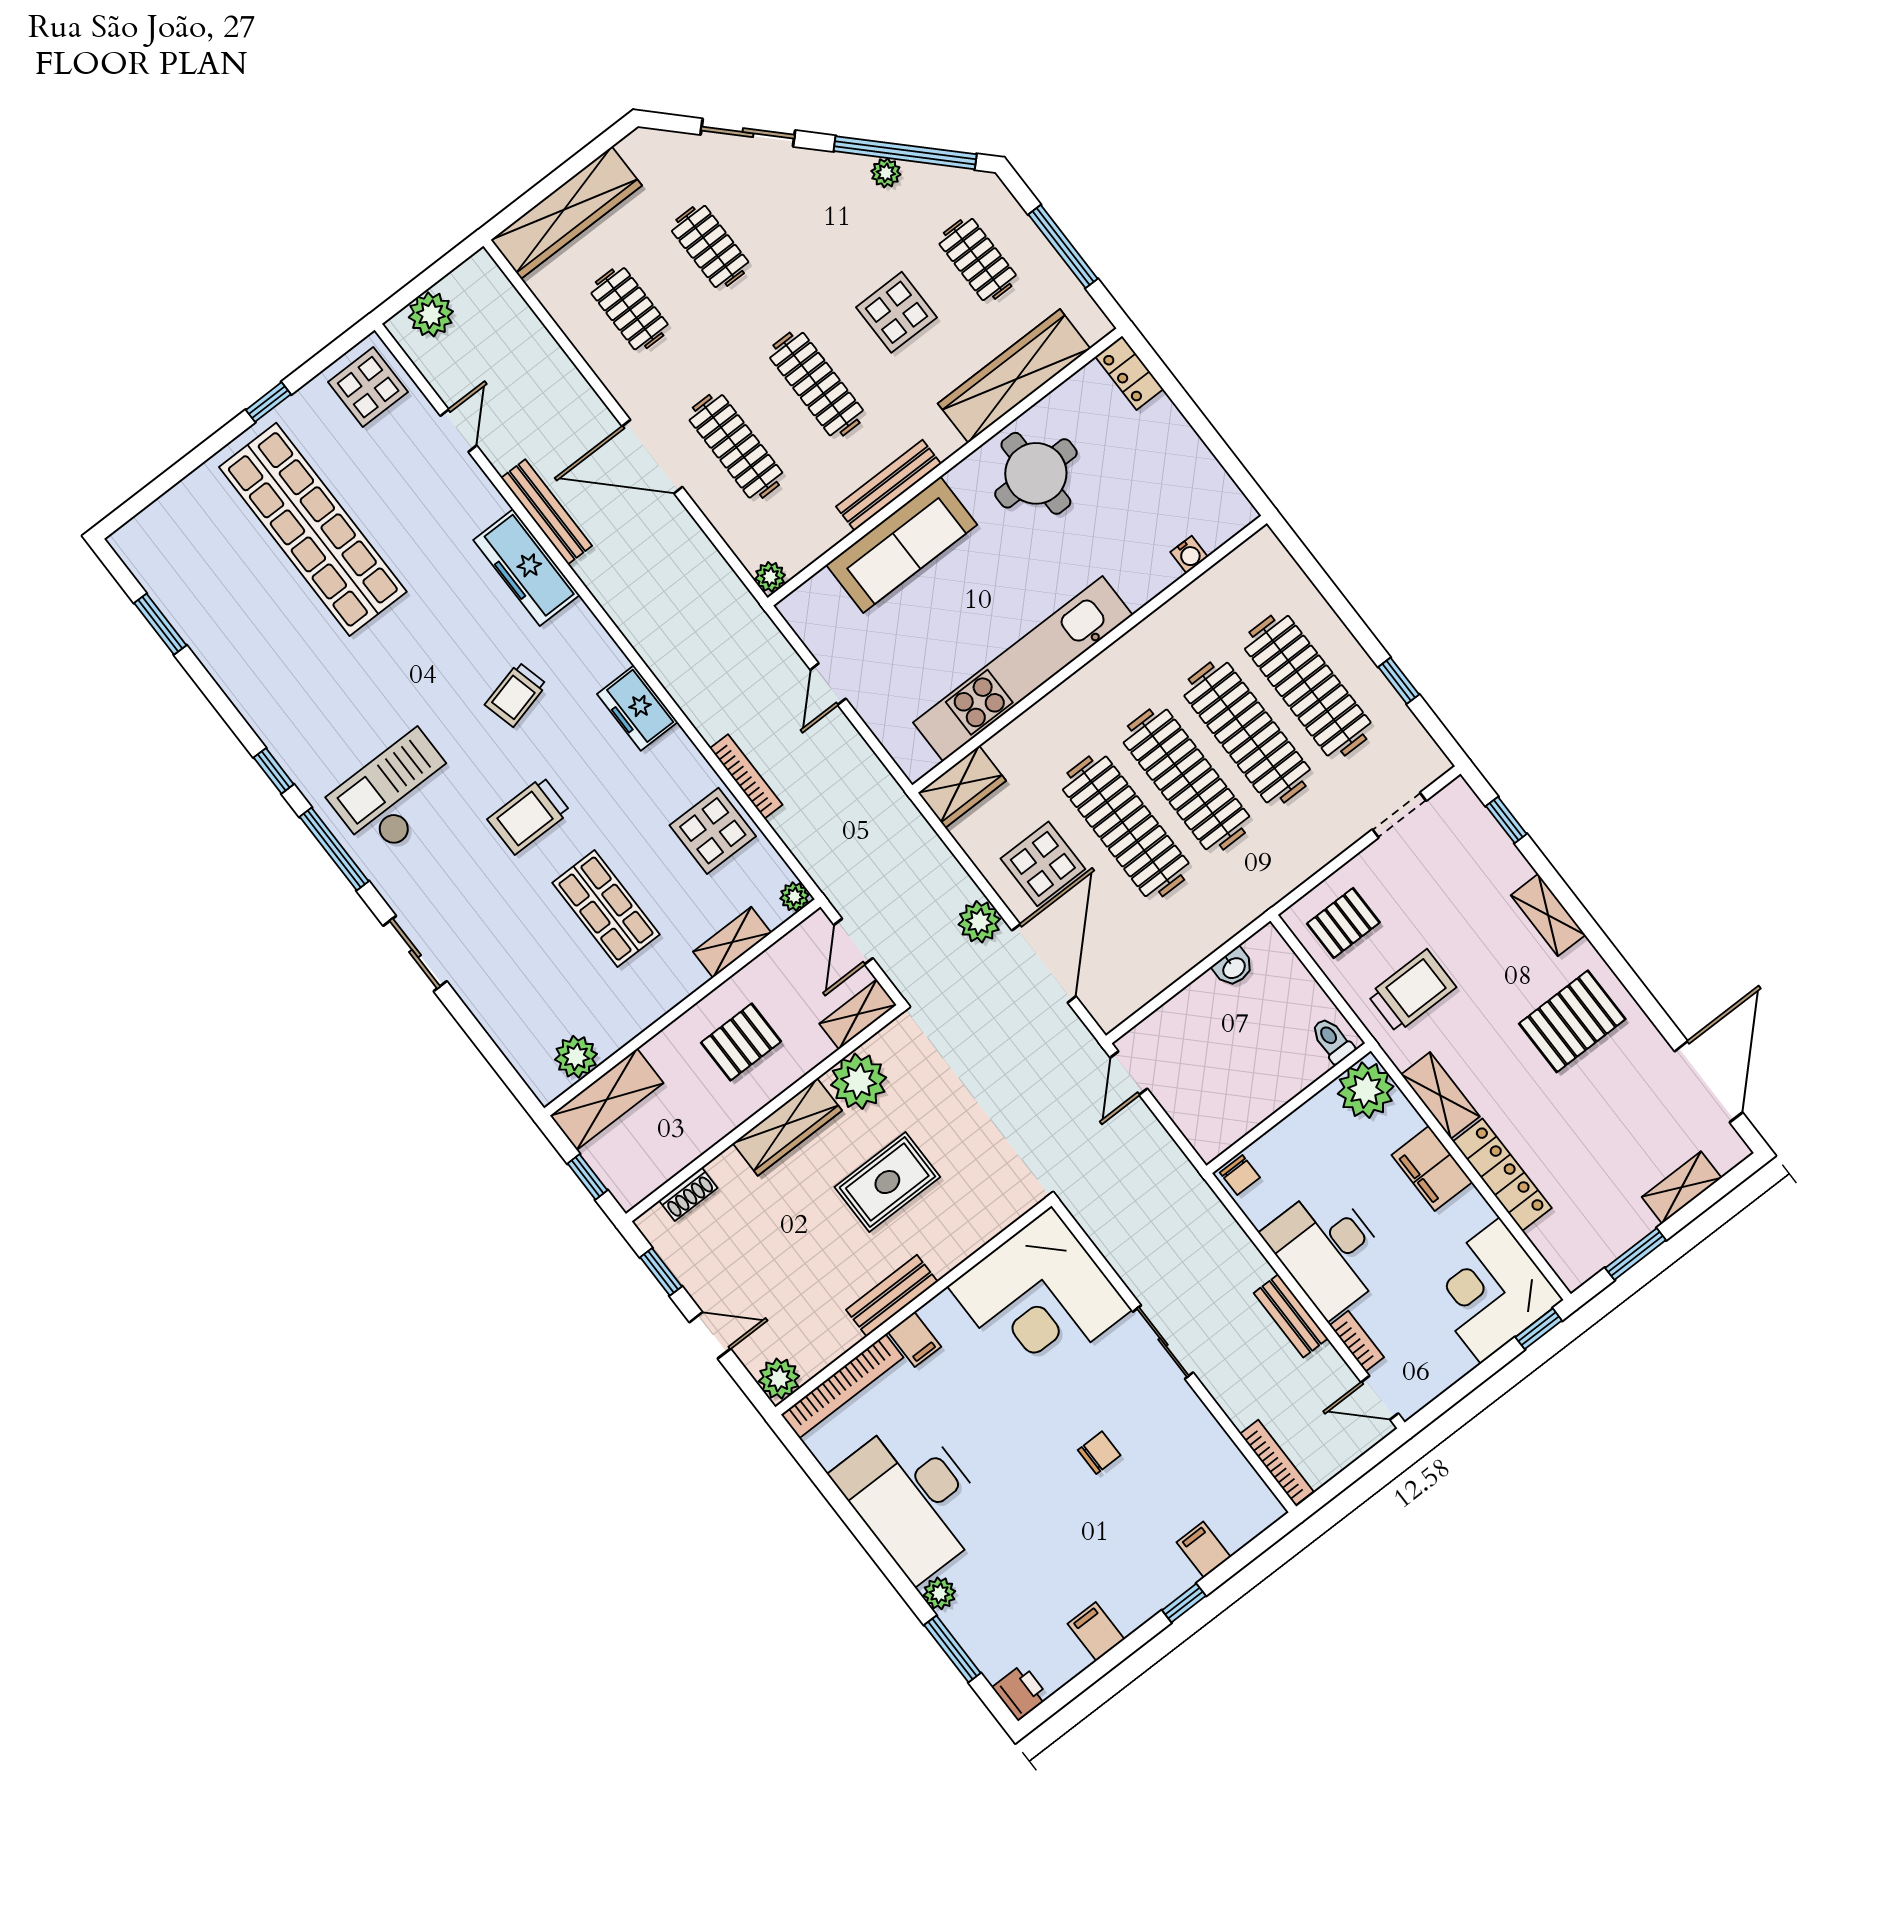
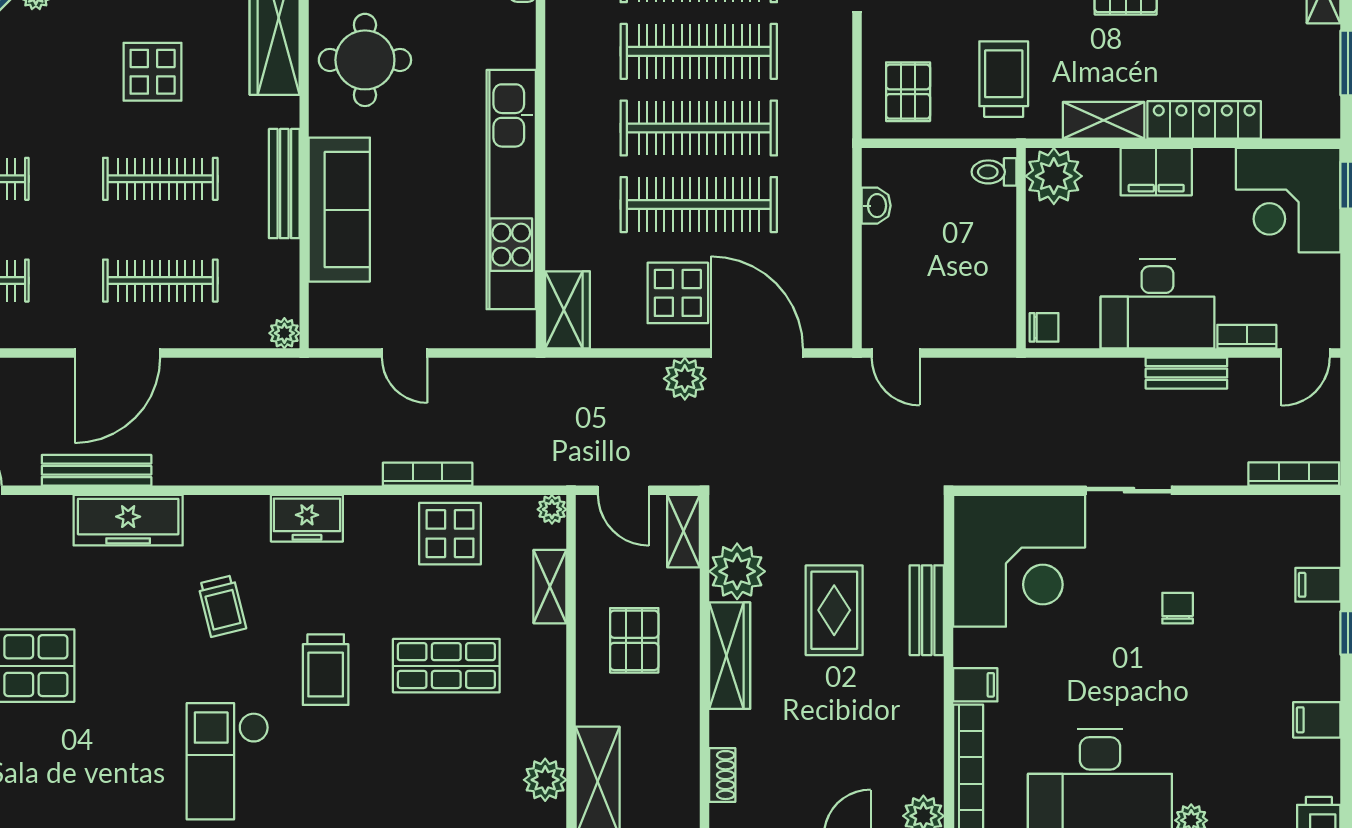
bench: (892, 1296) -> (927, 610), moved

